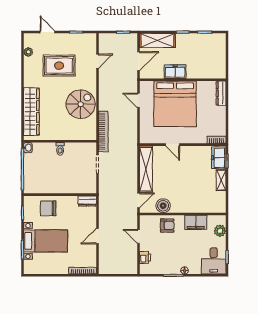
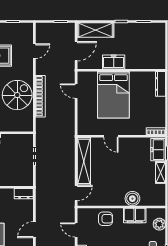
bed: (175, 104) -> (113, 95), width x0.73
bookcase: (103, 132) -> (40, 96), moved
boiler: (163, 206) -> (132, 199), moved

